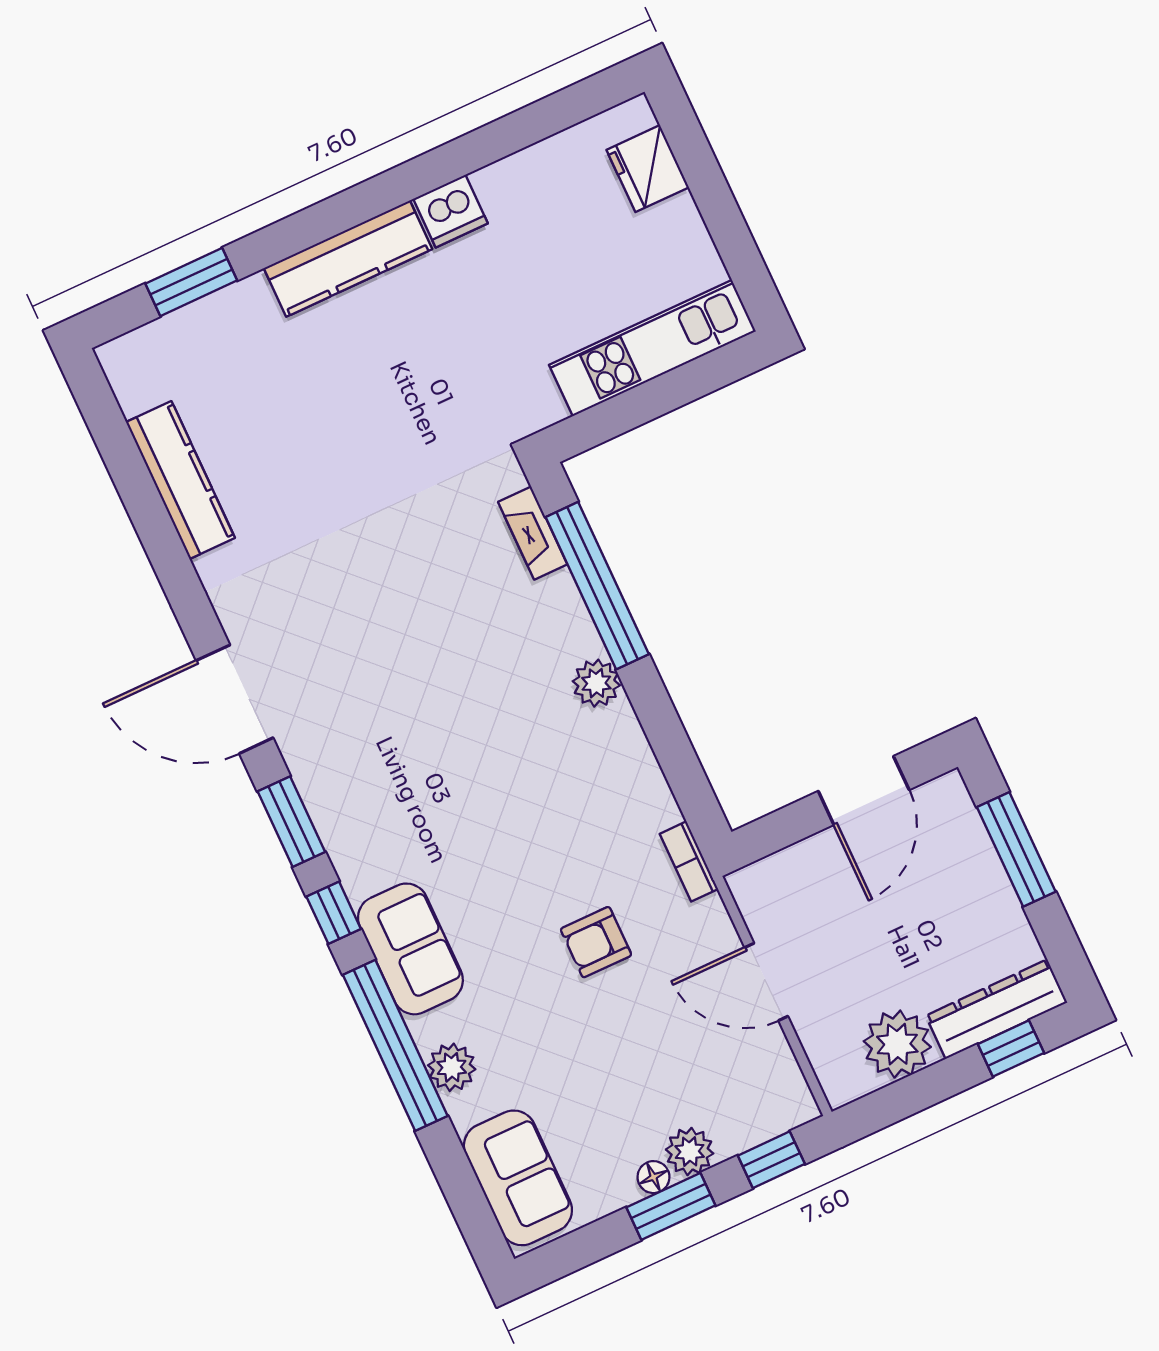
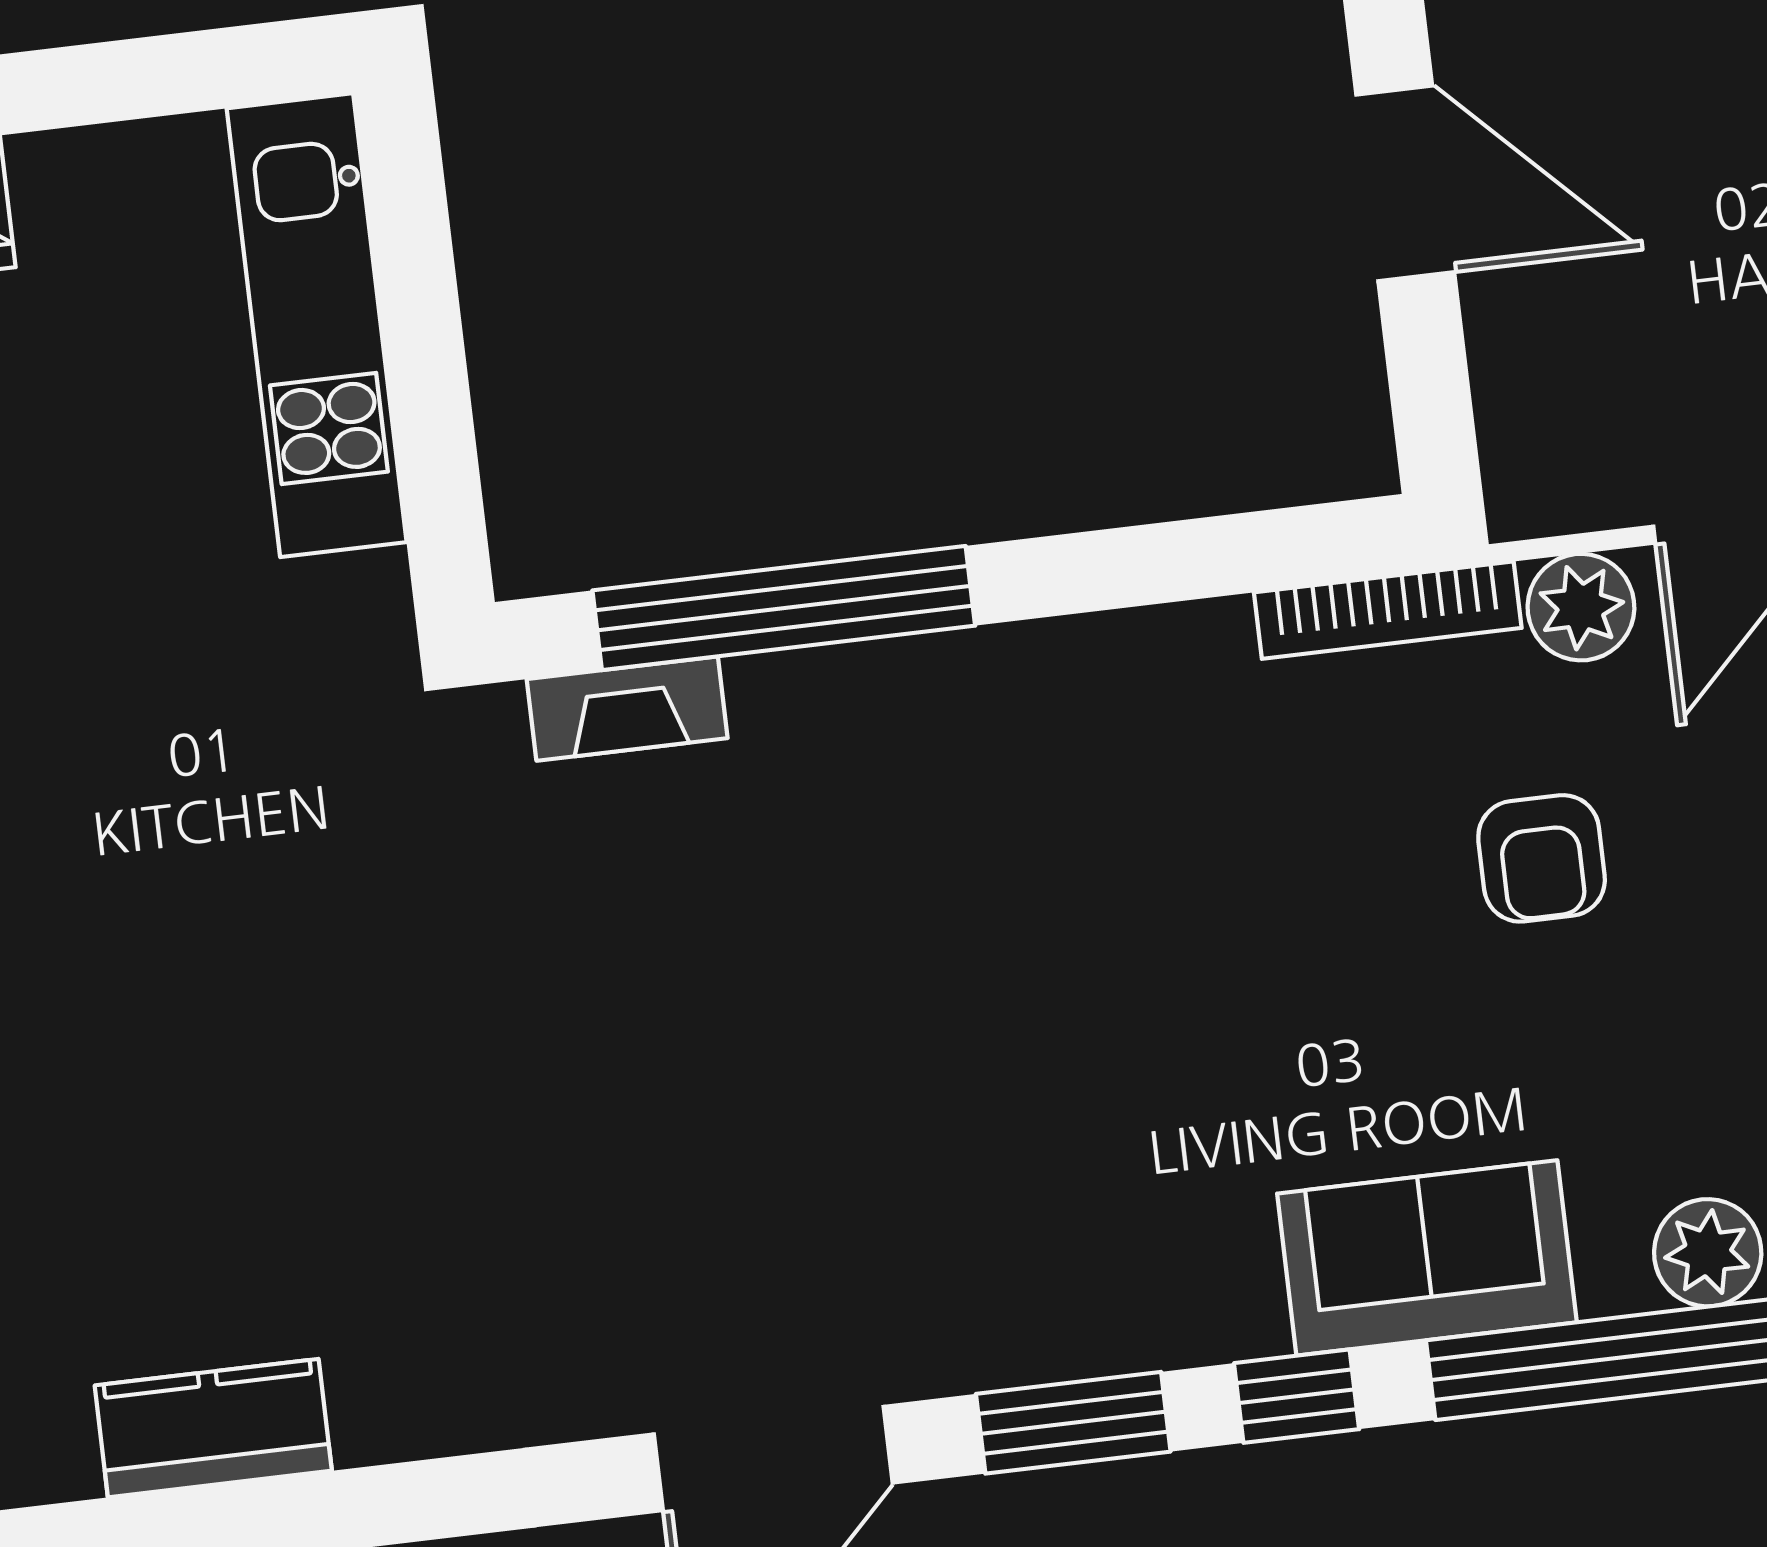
kitchen counter: (180, 480) -> (213, 1428), width x0.67
plant: (596, 683) -> (1581, 607), moved
bookcase: (689, 861) -> (1388, 610), width x1.56

